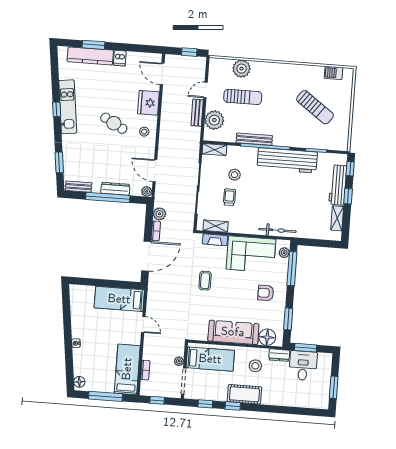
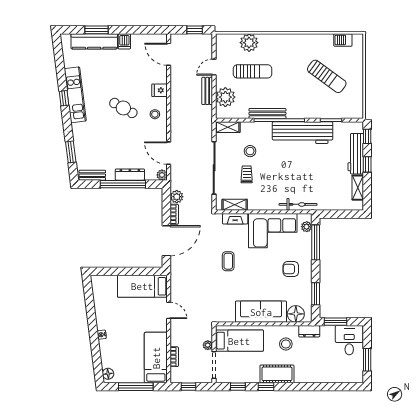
fridge: (148, 103) -> (160, 90), width x0.53, depth x0.75
desk: (303, 366) -> (349, 340), moved

